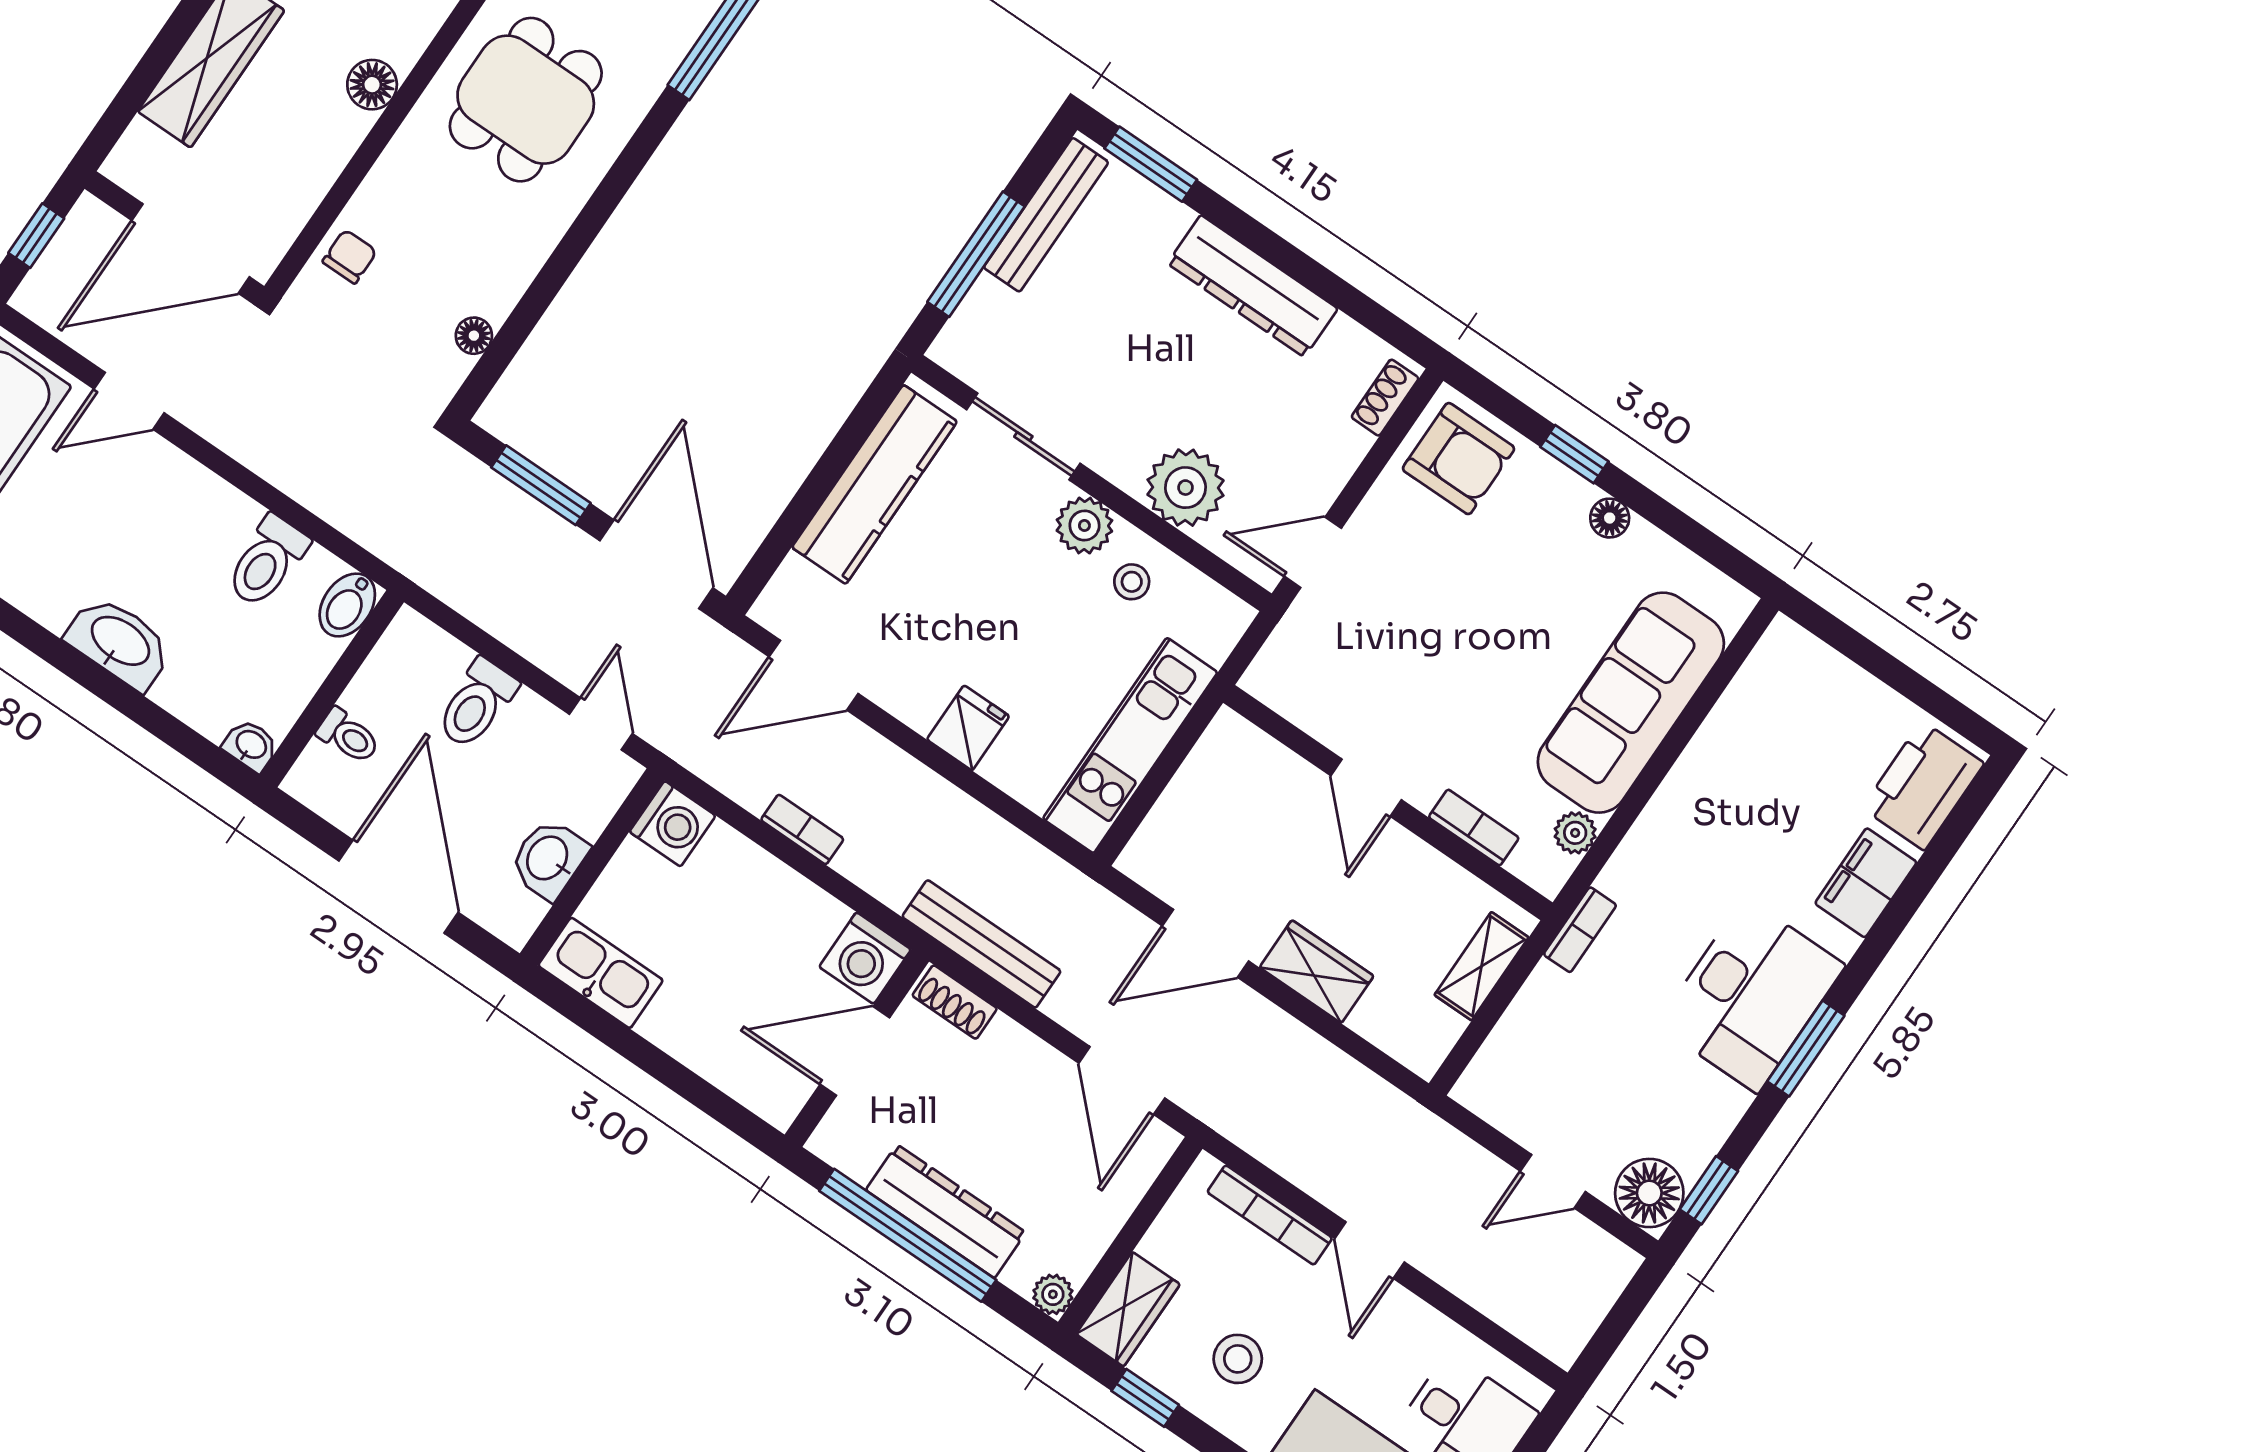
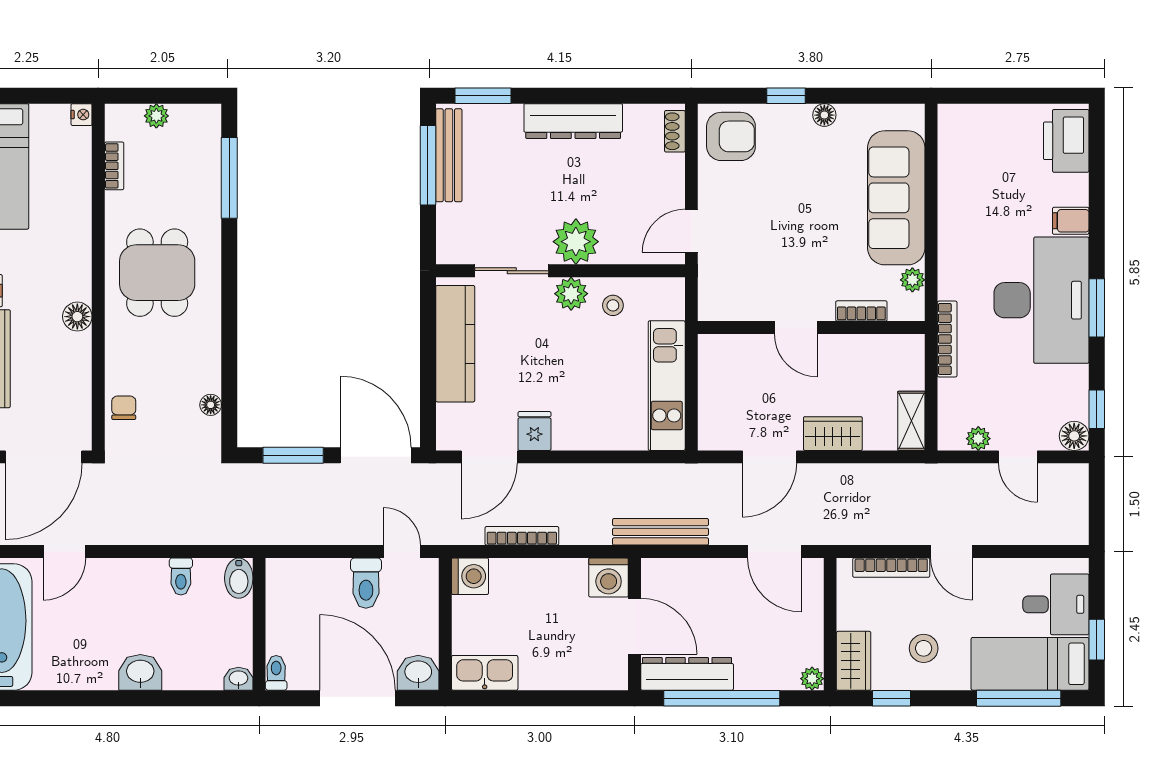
window: (976, 254) -> (428, 165), moved
plant: (1185, 488) -> (576, 242), moved
toilet: (267, 561) -> (181, 576), width x0.73, depth x0.72
washbasin: (119, 642) -> (140, 672), width x0.72
toilet: (477, 704) -> (366, 583), moved
fridge: (968, 728) -> (534, 431), moved
toilet: (348, 736) -> (276, 673), moved, turned -90
bookcase: (802, 829) -> (522, 536), width x1.56
washbasin: (549, 859) -> (418, 673), moved, turned 90
filing cabinet: (1866, 883) -> (1071, 221), width x0.50
bookcase: (1580, 930) -> (947, 339), width x1.56
shelving: (1482, 966) -> (911, 421), moved
desk: (1751, 995) -> (1041, 300), width x1.36, depth x1.30
shoe rack: (955, 1002) -> (667, 569), removed
door: (855, 1051) -> (635, 626), swing flipped
plant: (1515, 1118) -> (978, 439), added
door: (1553, 1181) -> (1018, 457), hinge flipped
floor lamp: (1649, 1193) -> (1074, 436), width x0.73, depth x0.73
dresser: (946, 1211) -> (687, 674), moved

